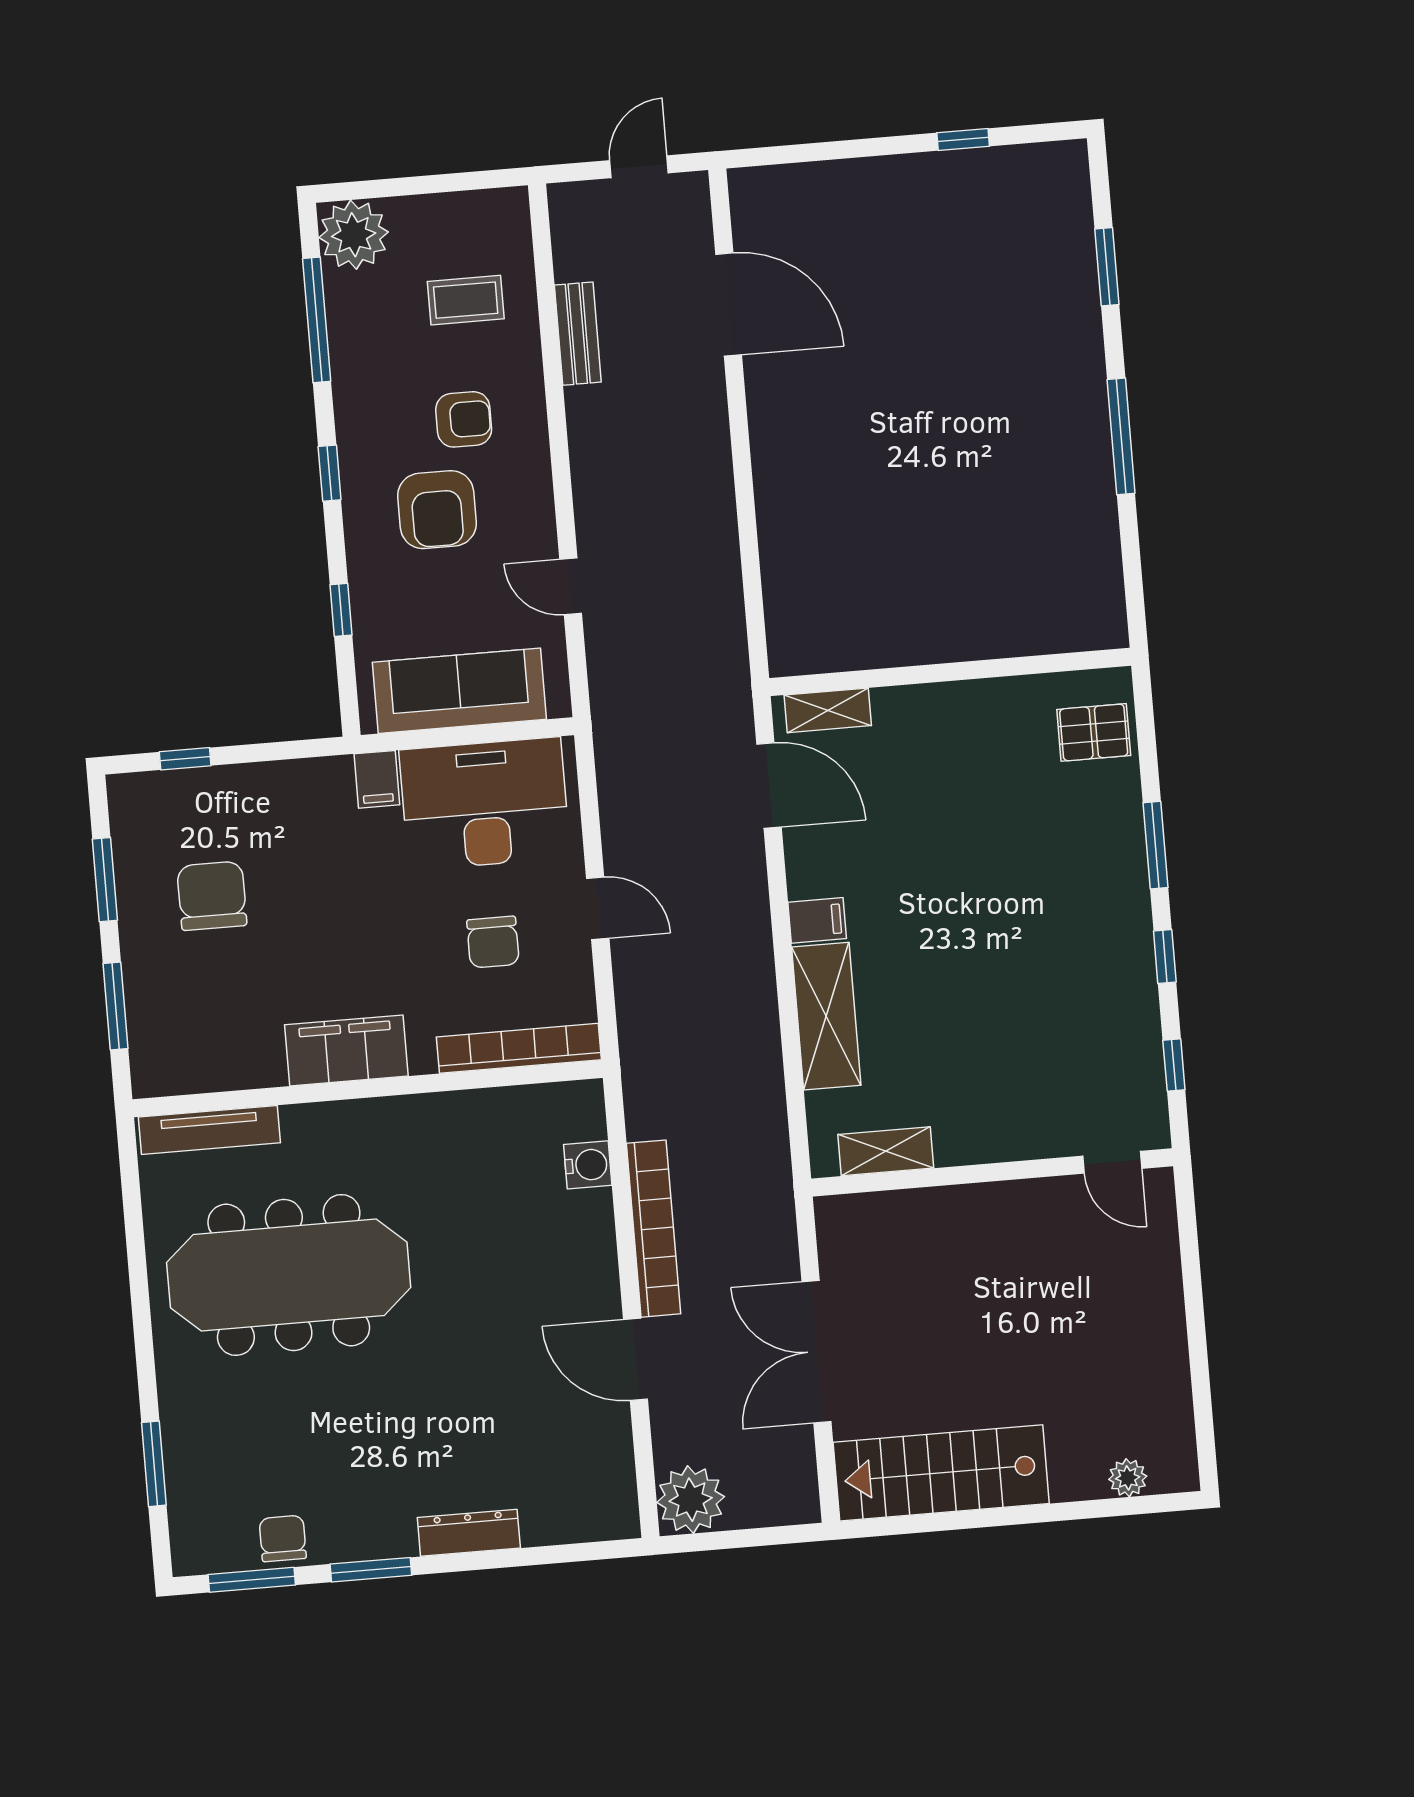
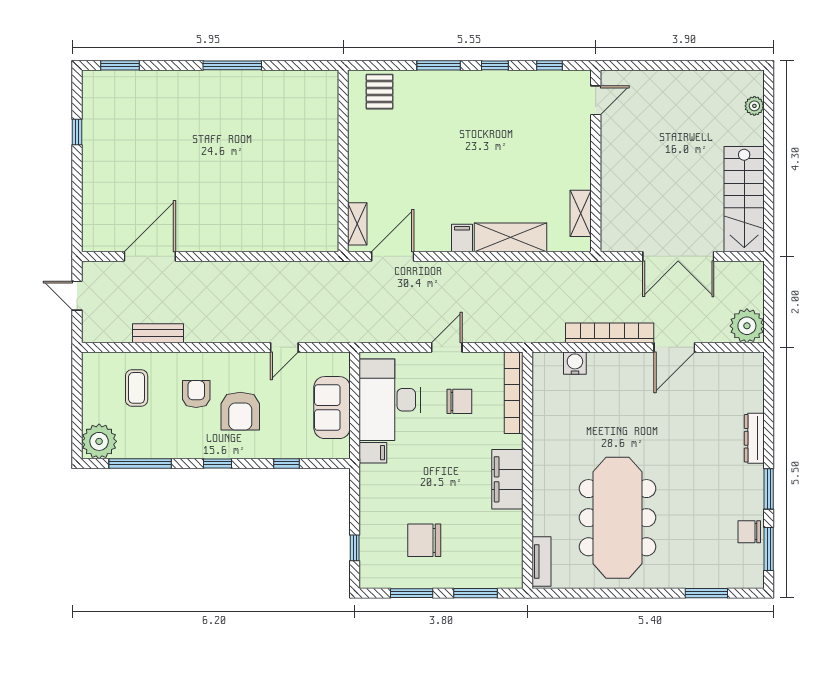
window: (1107, 267) -> (120, 65), moved
armchair: (437, 510) -> (240, 411), turned 90
sofa: (459, 691) -> (332, 408), width x0.73
tv unit: (209, 1130) -> (541, 561), width x0.71

